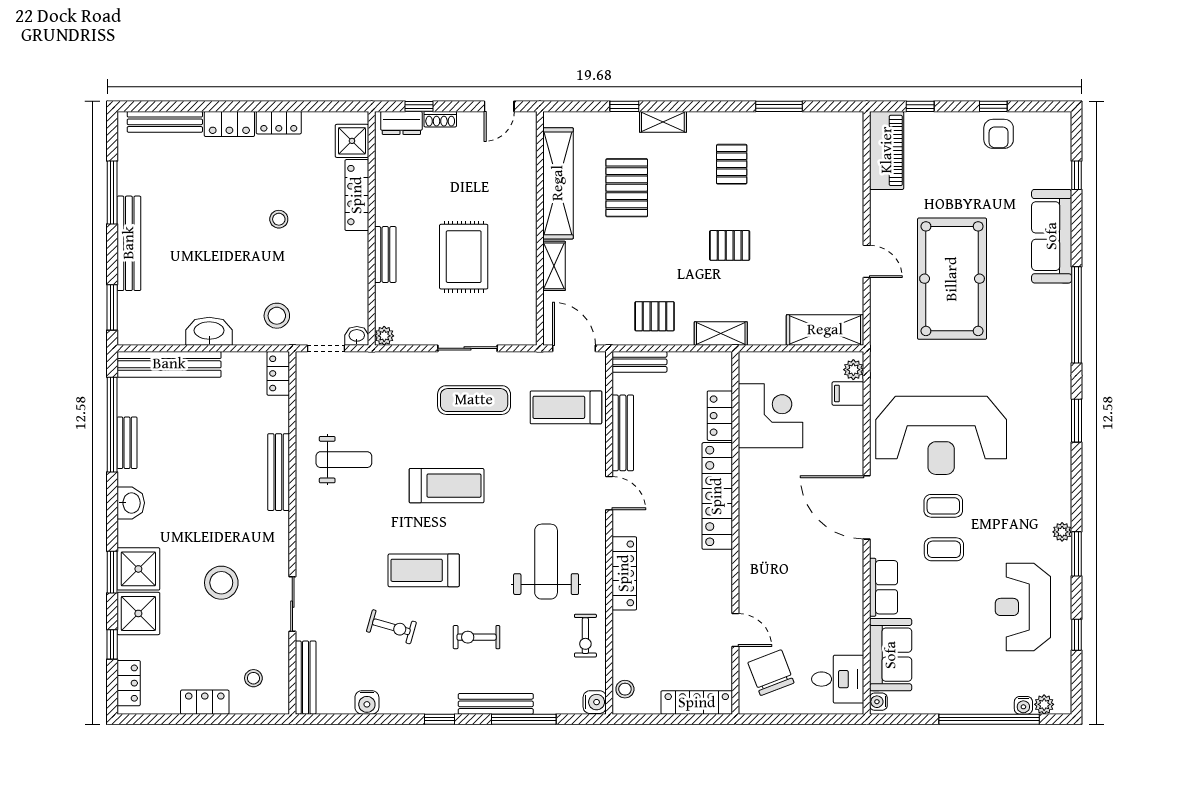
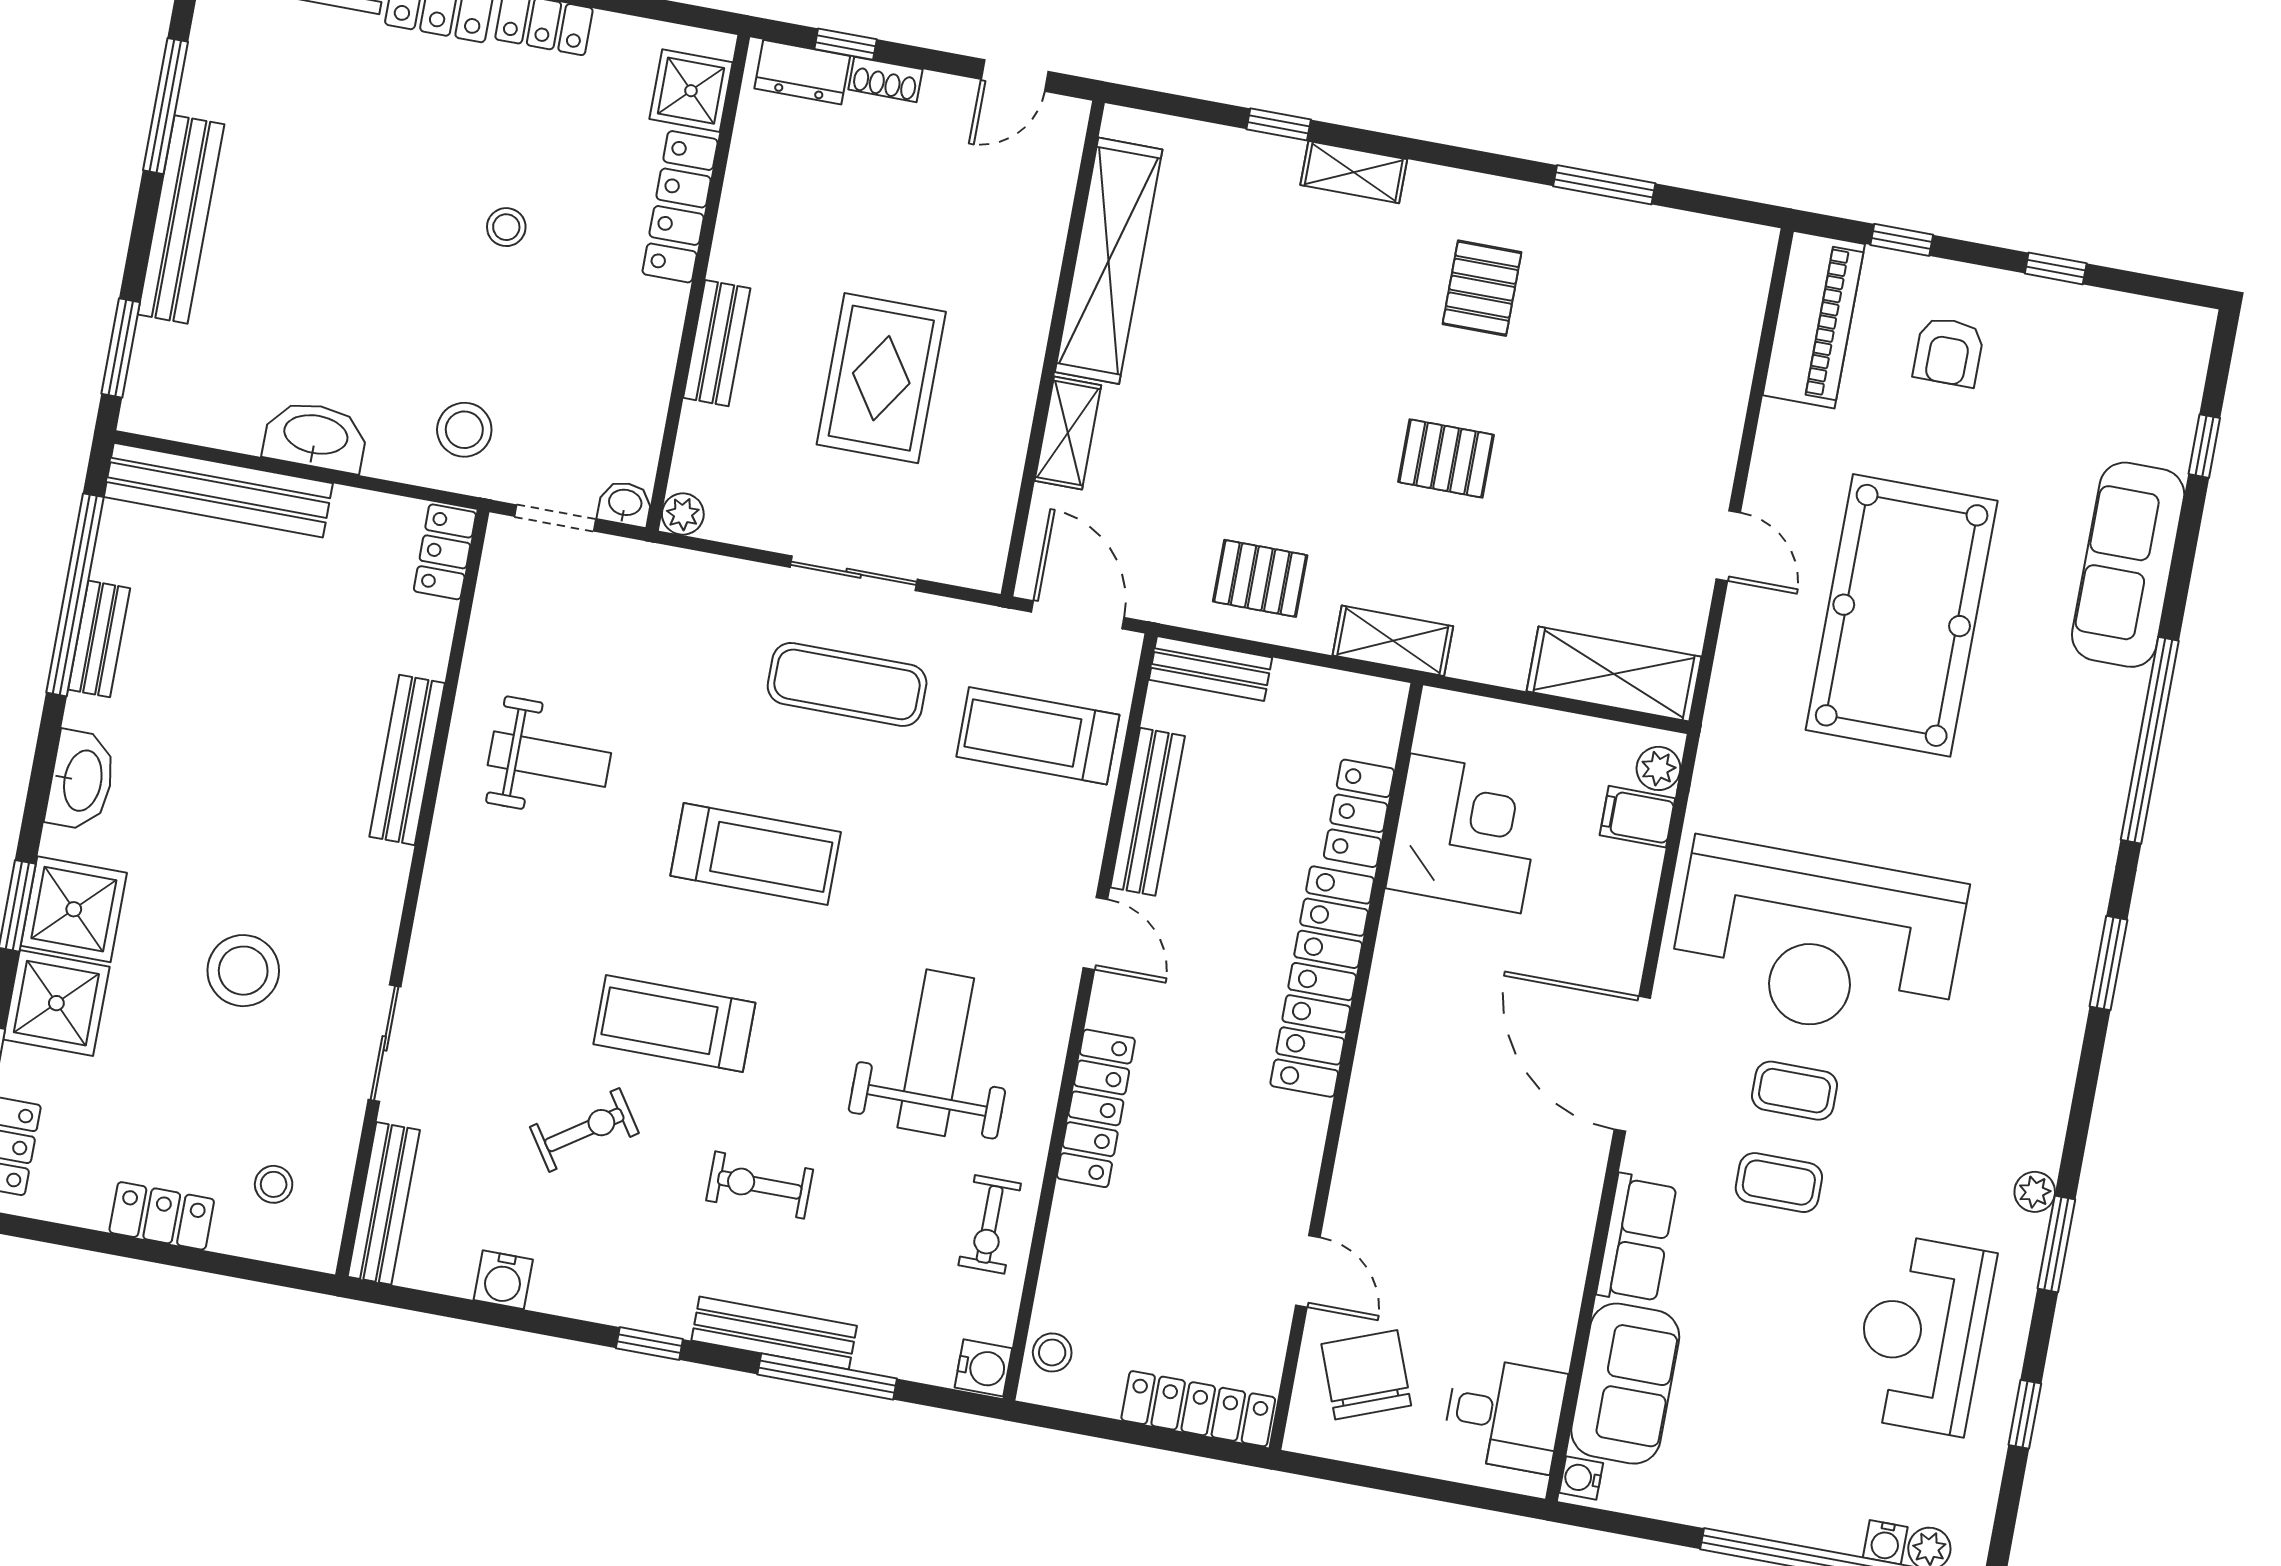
armchair: (999, 134) -> (1949, 352), moved
pallet: (627, 188) -> (1252, 297), removed
washbasin: (131, 503) -> (81, 780), width x1.38
exercise bike: (391, 627) -> (584, 1130), turned -50

